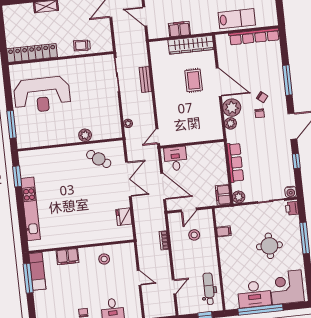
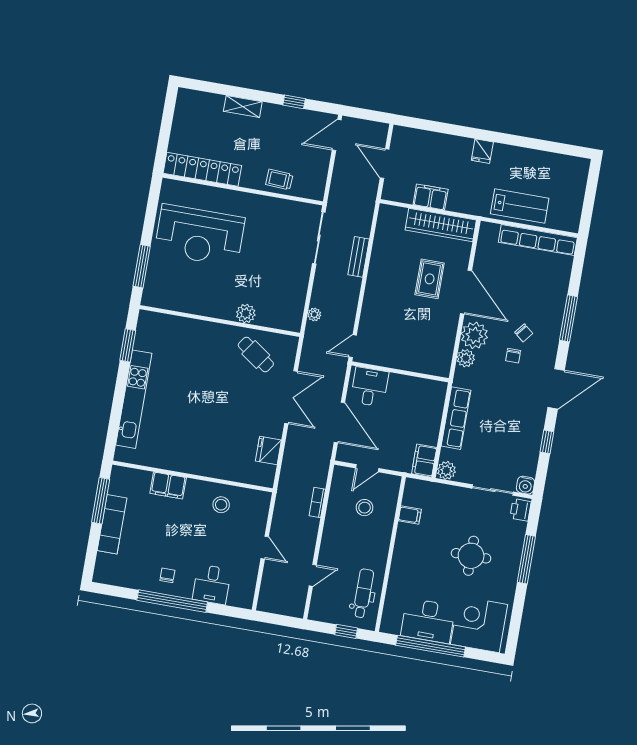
exam couch: (37, 271) -> (112, 524), moved

